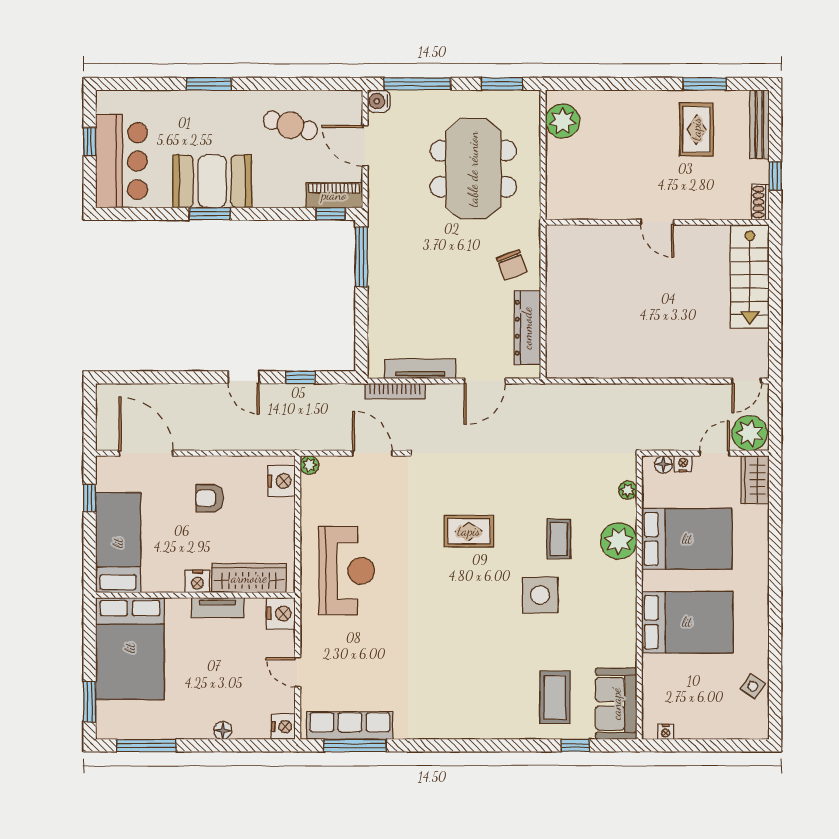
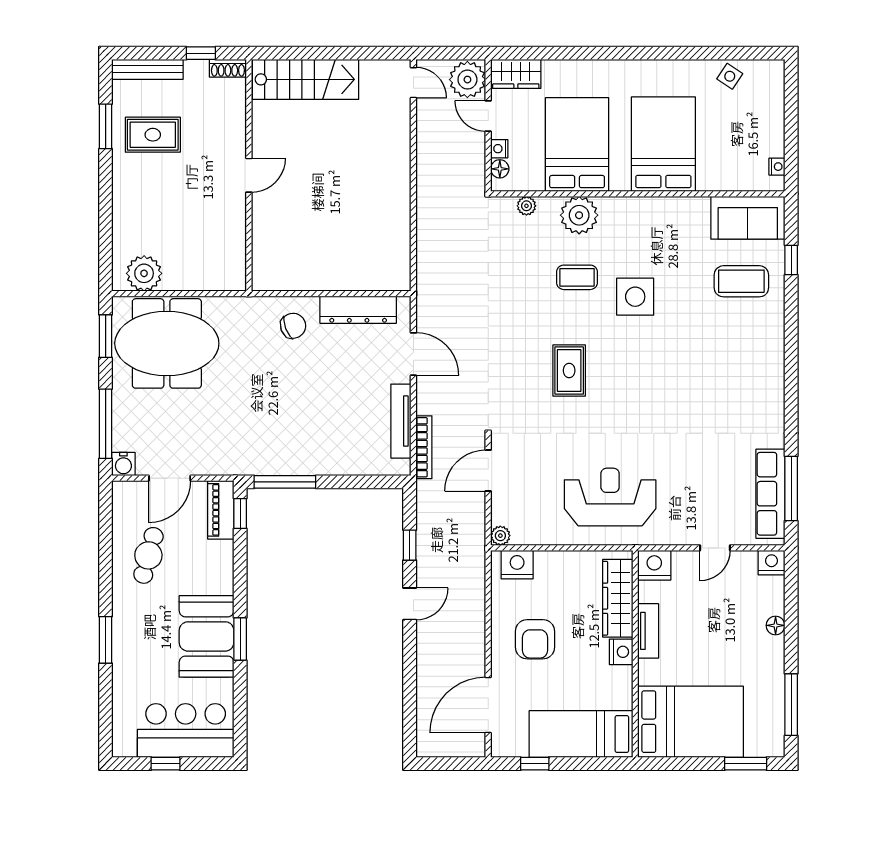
meeting table: (473, 169) -> (167, 343), moved
armchair: (209, 498) -> (535, 639), width x1.38, depth x1.38

